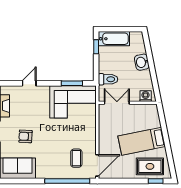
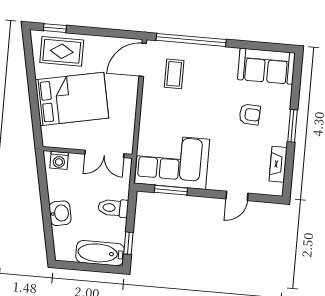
toilet: (108, 79) -> (113, 208), moved
bed: (142, 141) -> (72, 99), width x1.50

